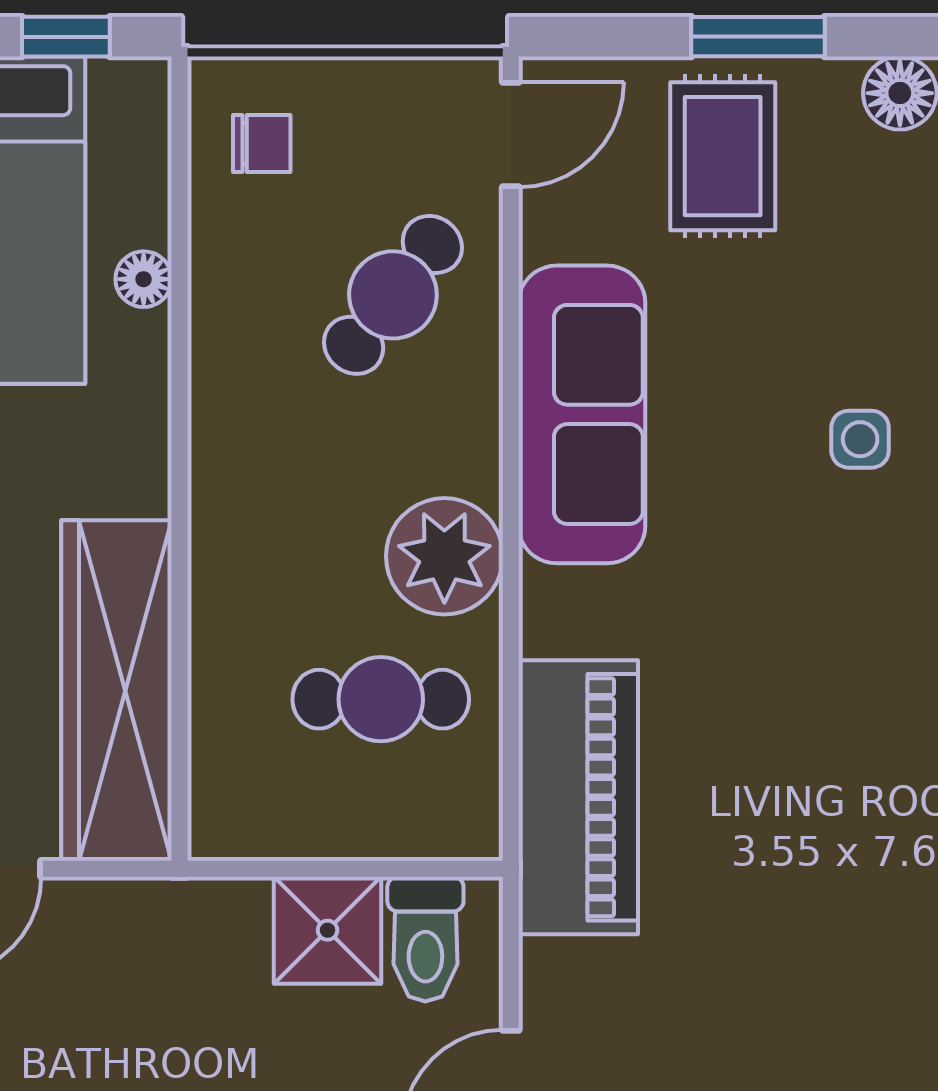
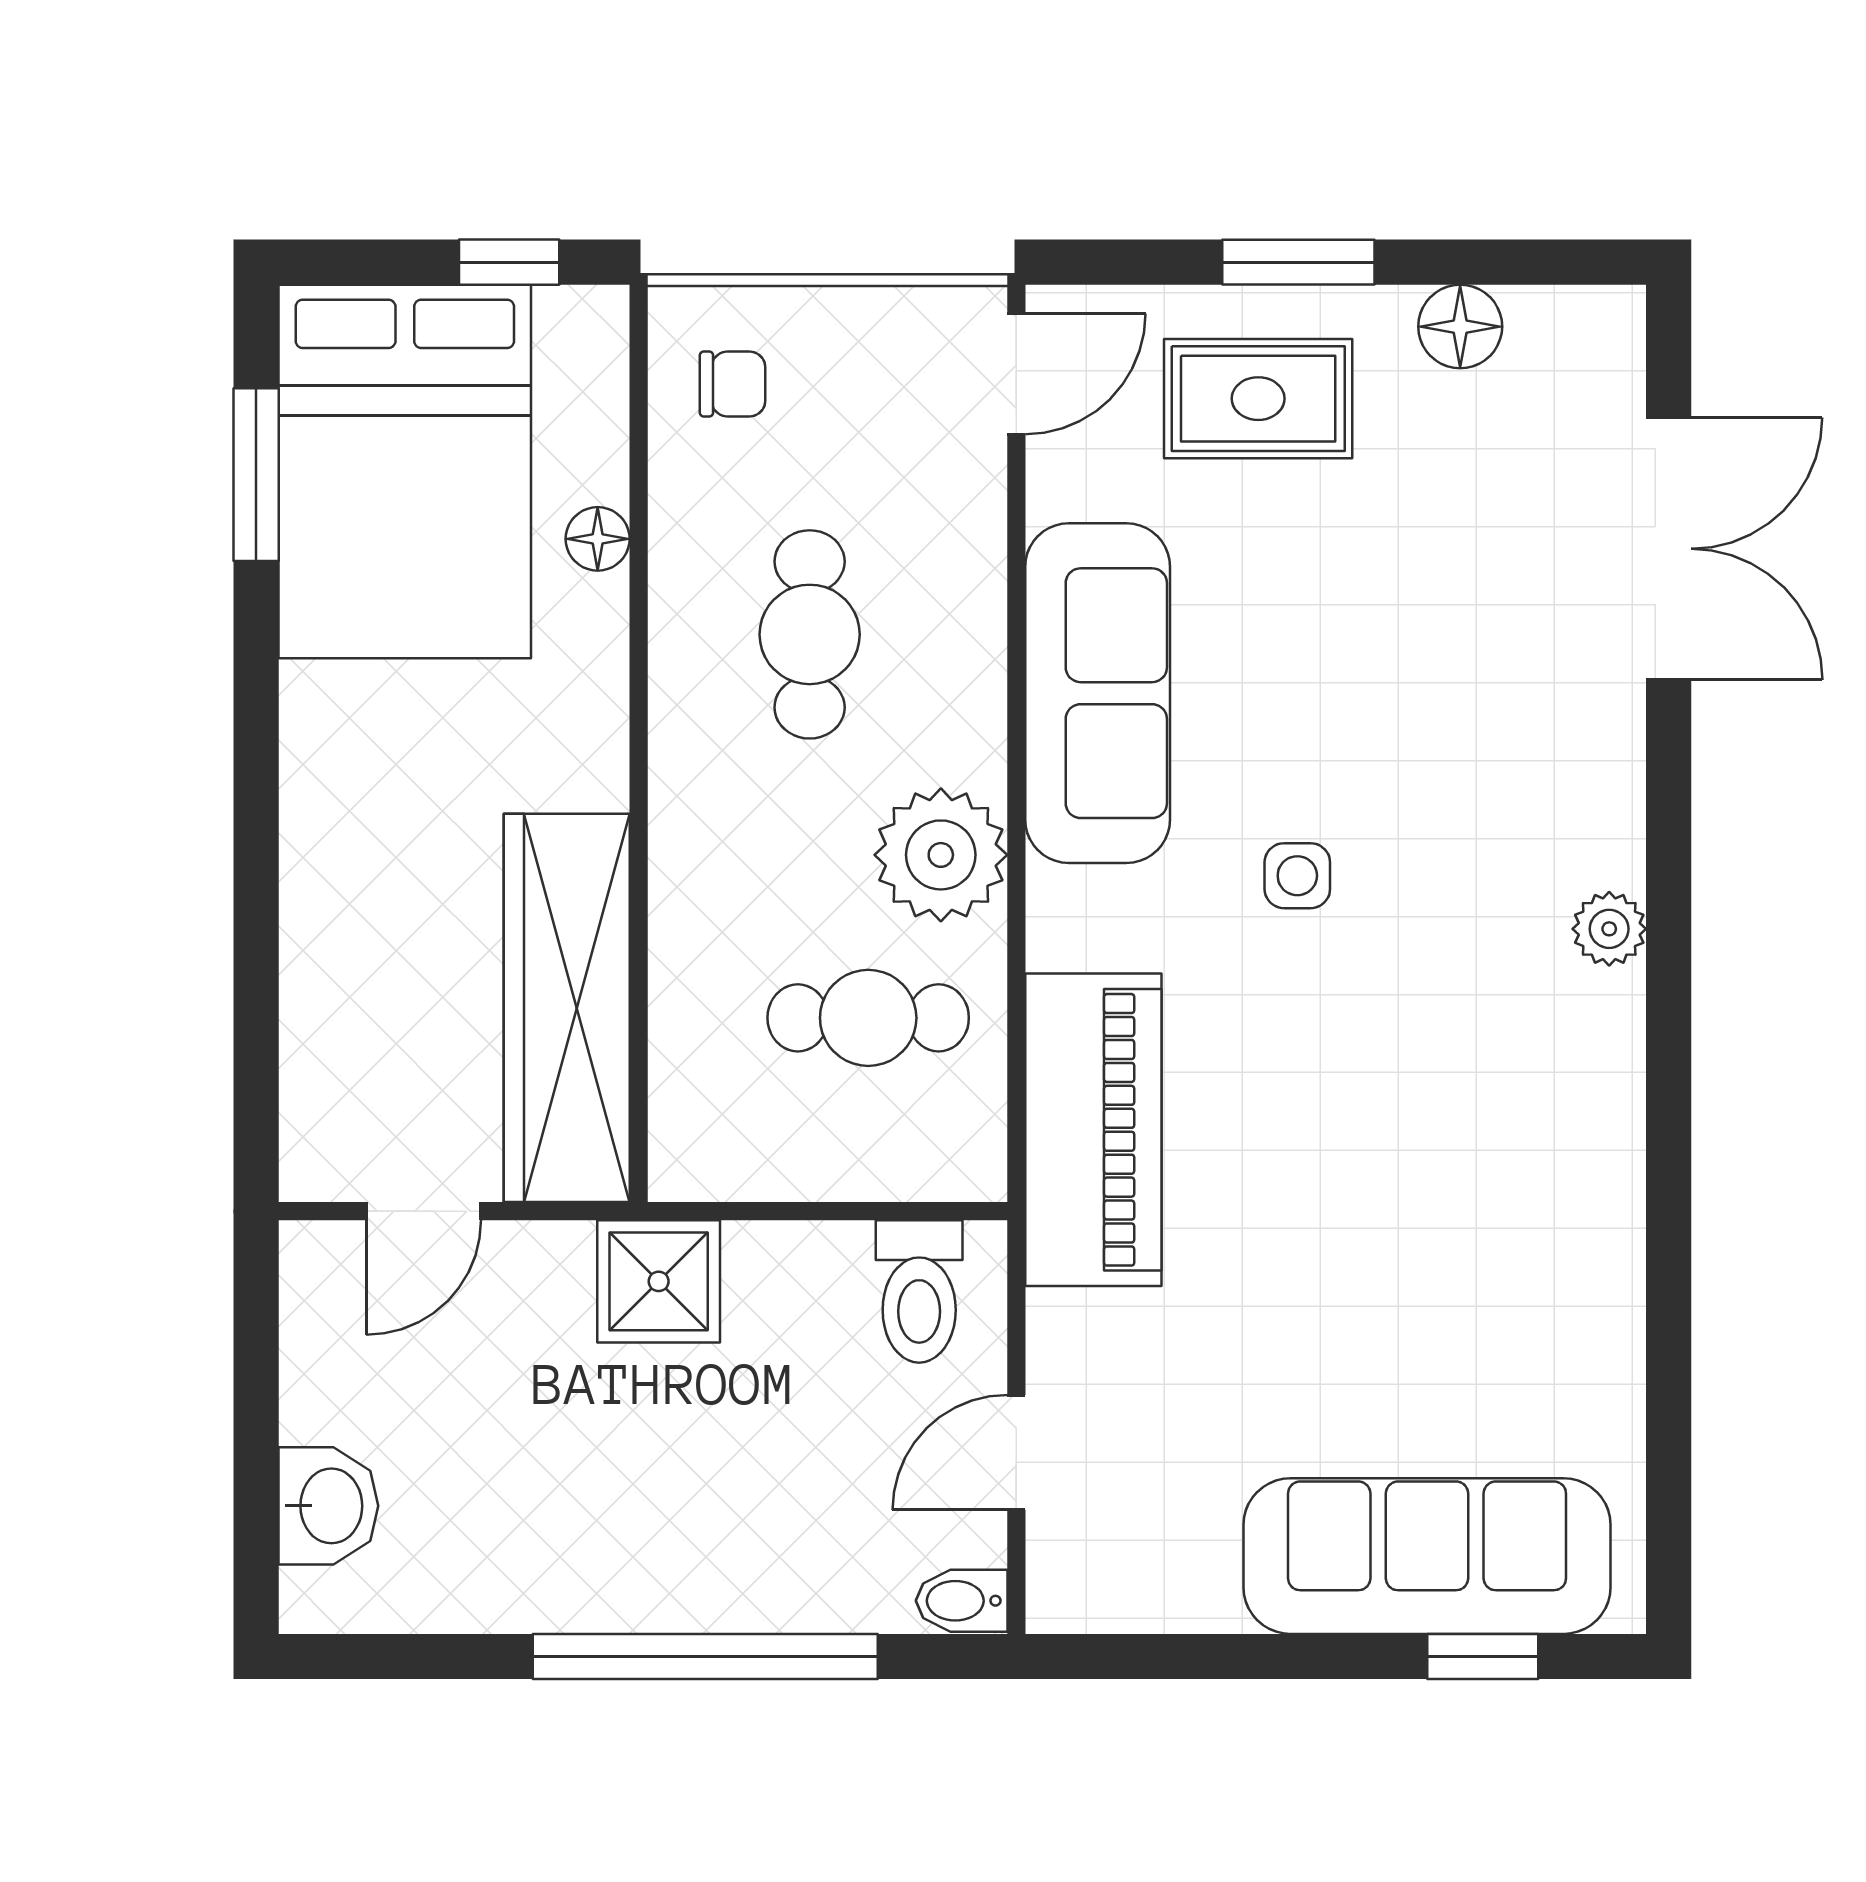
rug: (723, 156) -> (1258, 399), turned 90
cafe table: (393, 295) -> (810, 634), moved, turned -38
side table: (860, 439) -> (1297, 876), moved
shower: (328, 930) -> (659, 1281), moved

